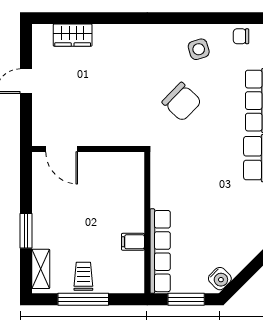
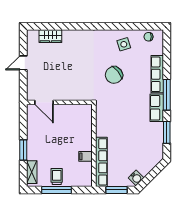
chair: (182, 102) -> (114, 75), turned 98

